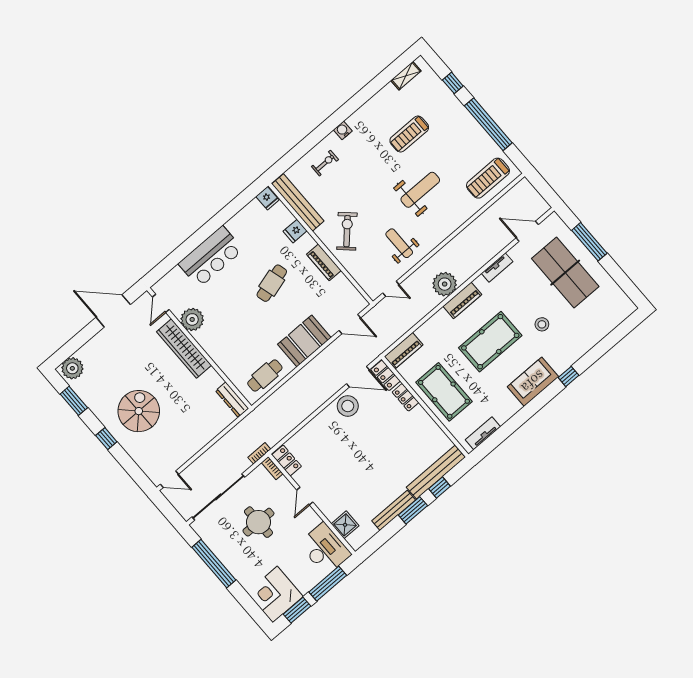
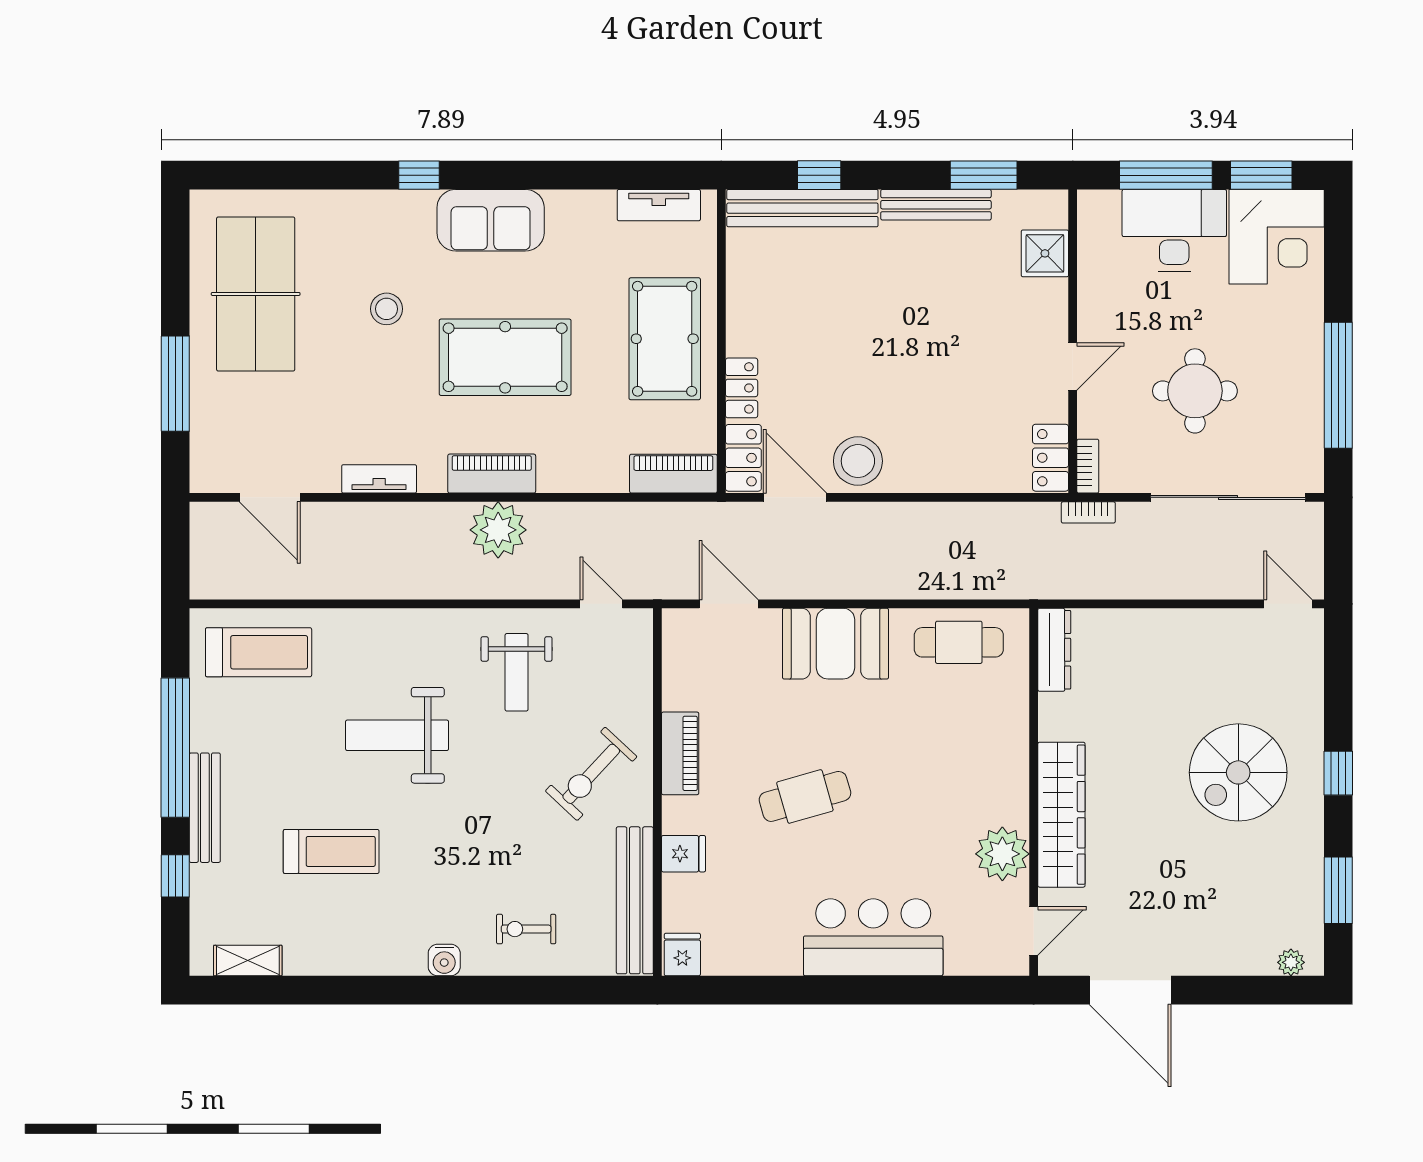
bench: (462, 113) -> (205, 808), added
table tennis table: (565, 273) -> (256, 294), moved
plant: (72, 368) -> (1291, 962), width x0.53, depth x0.53
window: (413, 510) -> (984, 175), moved
desk: (325, 549) -> (1174, 230), moved, turned 90

